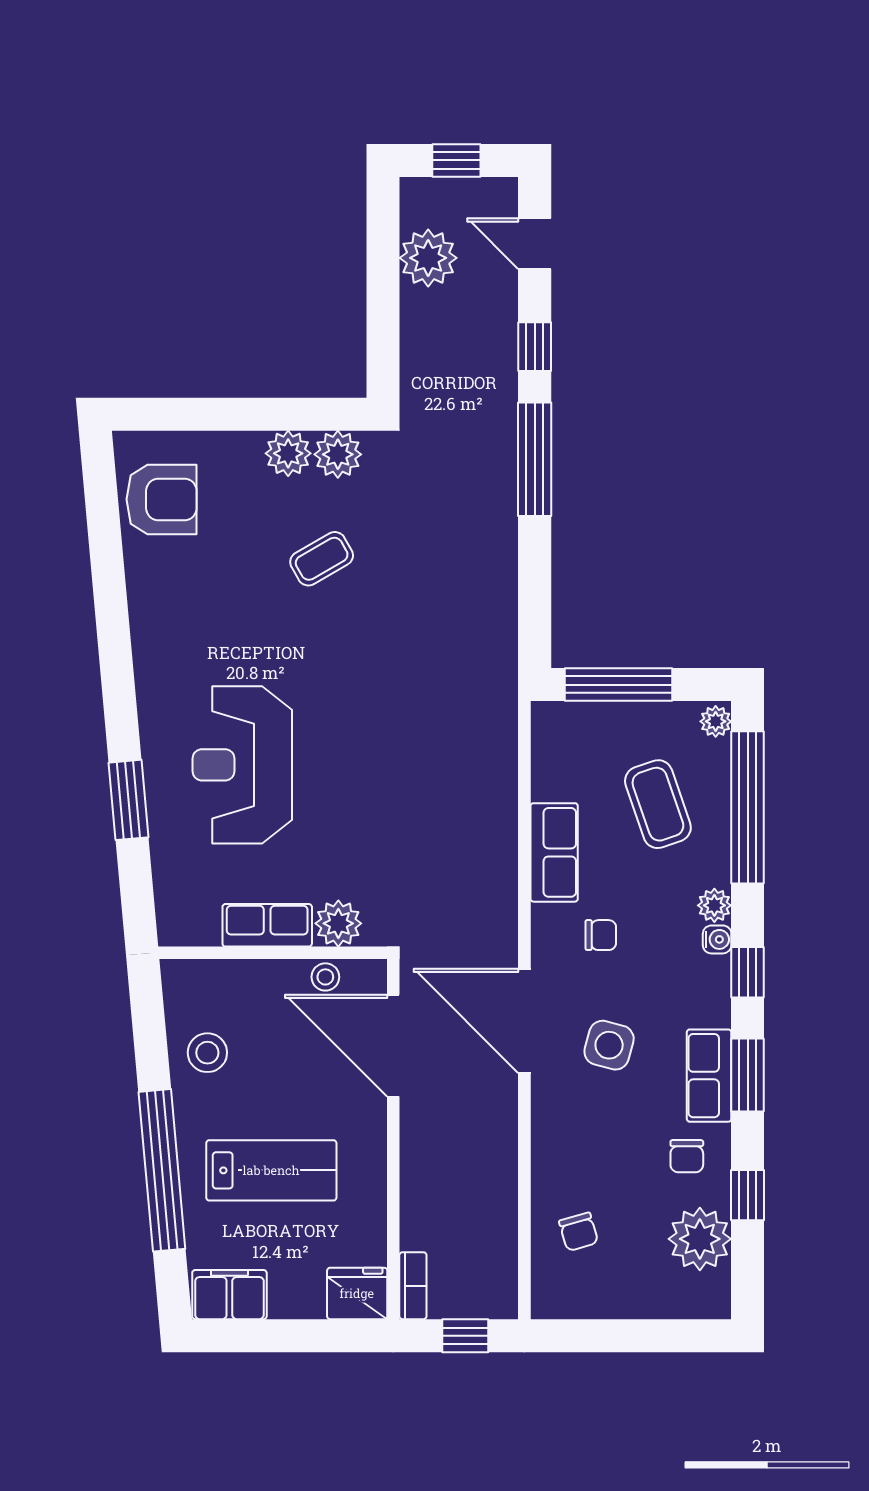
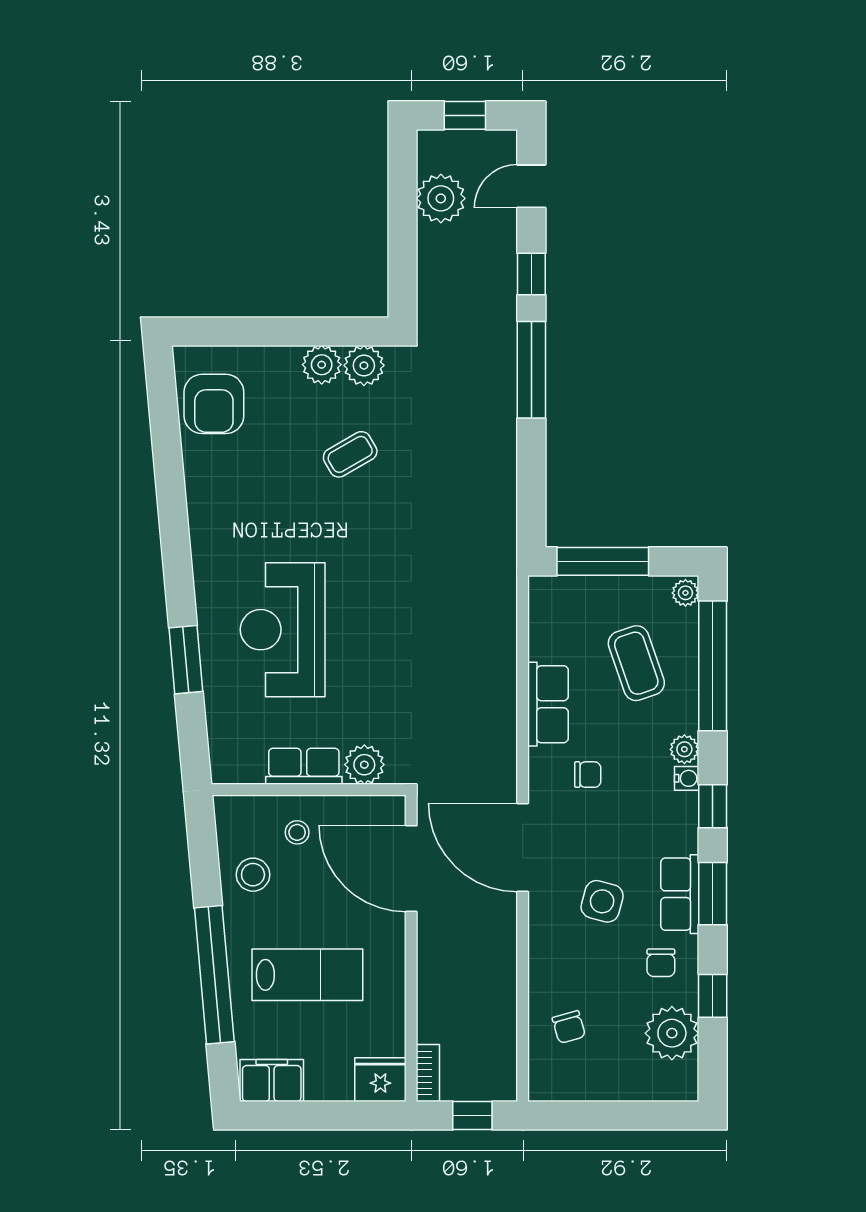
door: (535, 244) -> (531, 186), hinge flipped
armchair: (162, 499) -> (214, 404), turned 90
stool: (325, 977) -> (297, 832), moved
side table: (609, 1045) -> (602, 901), moved

